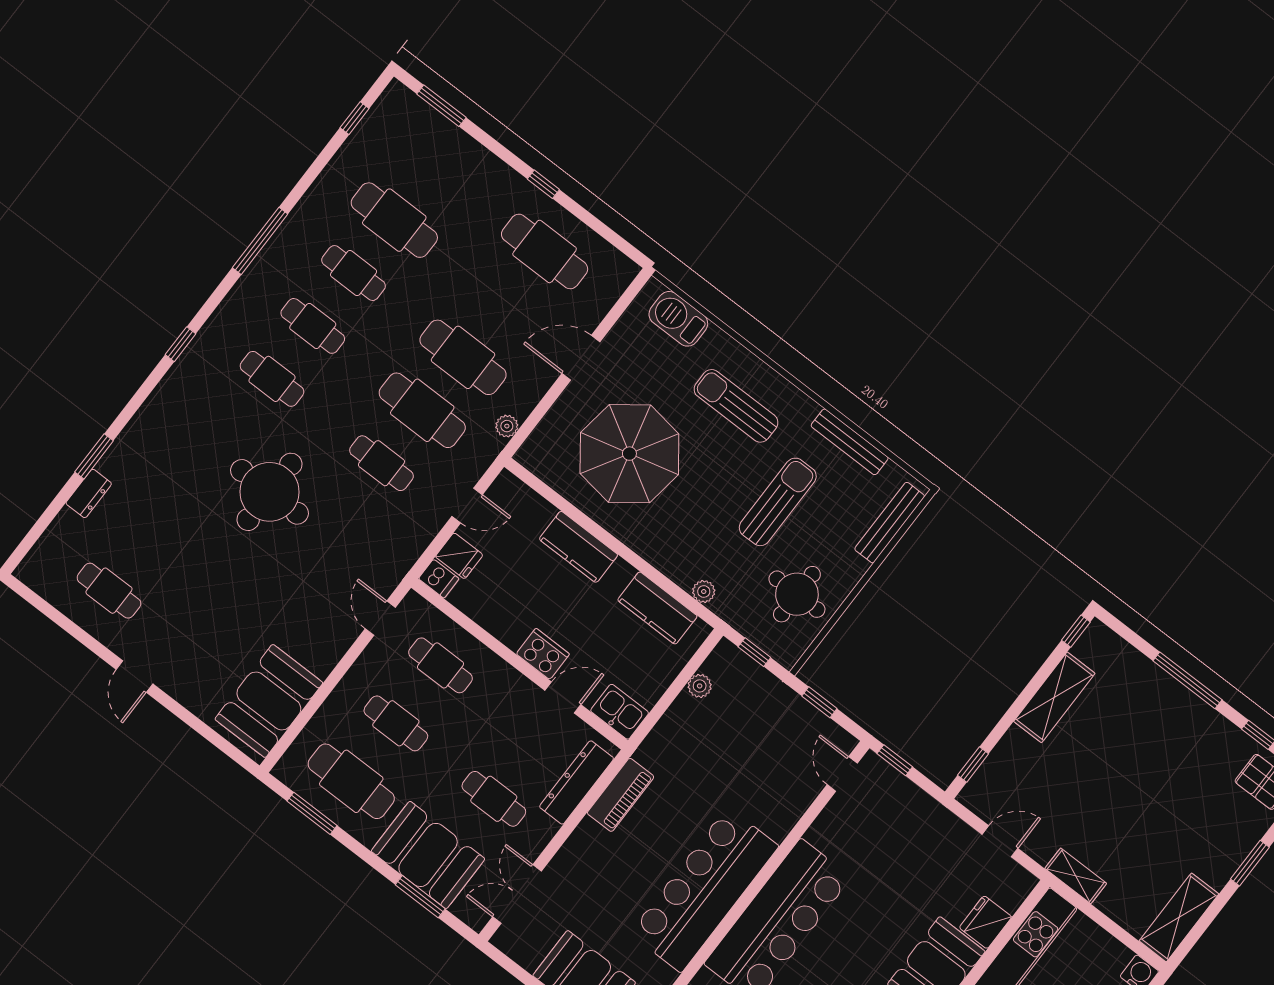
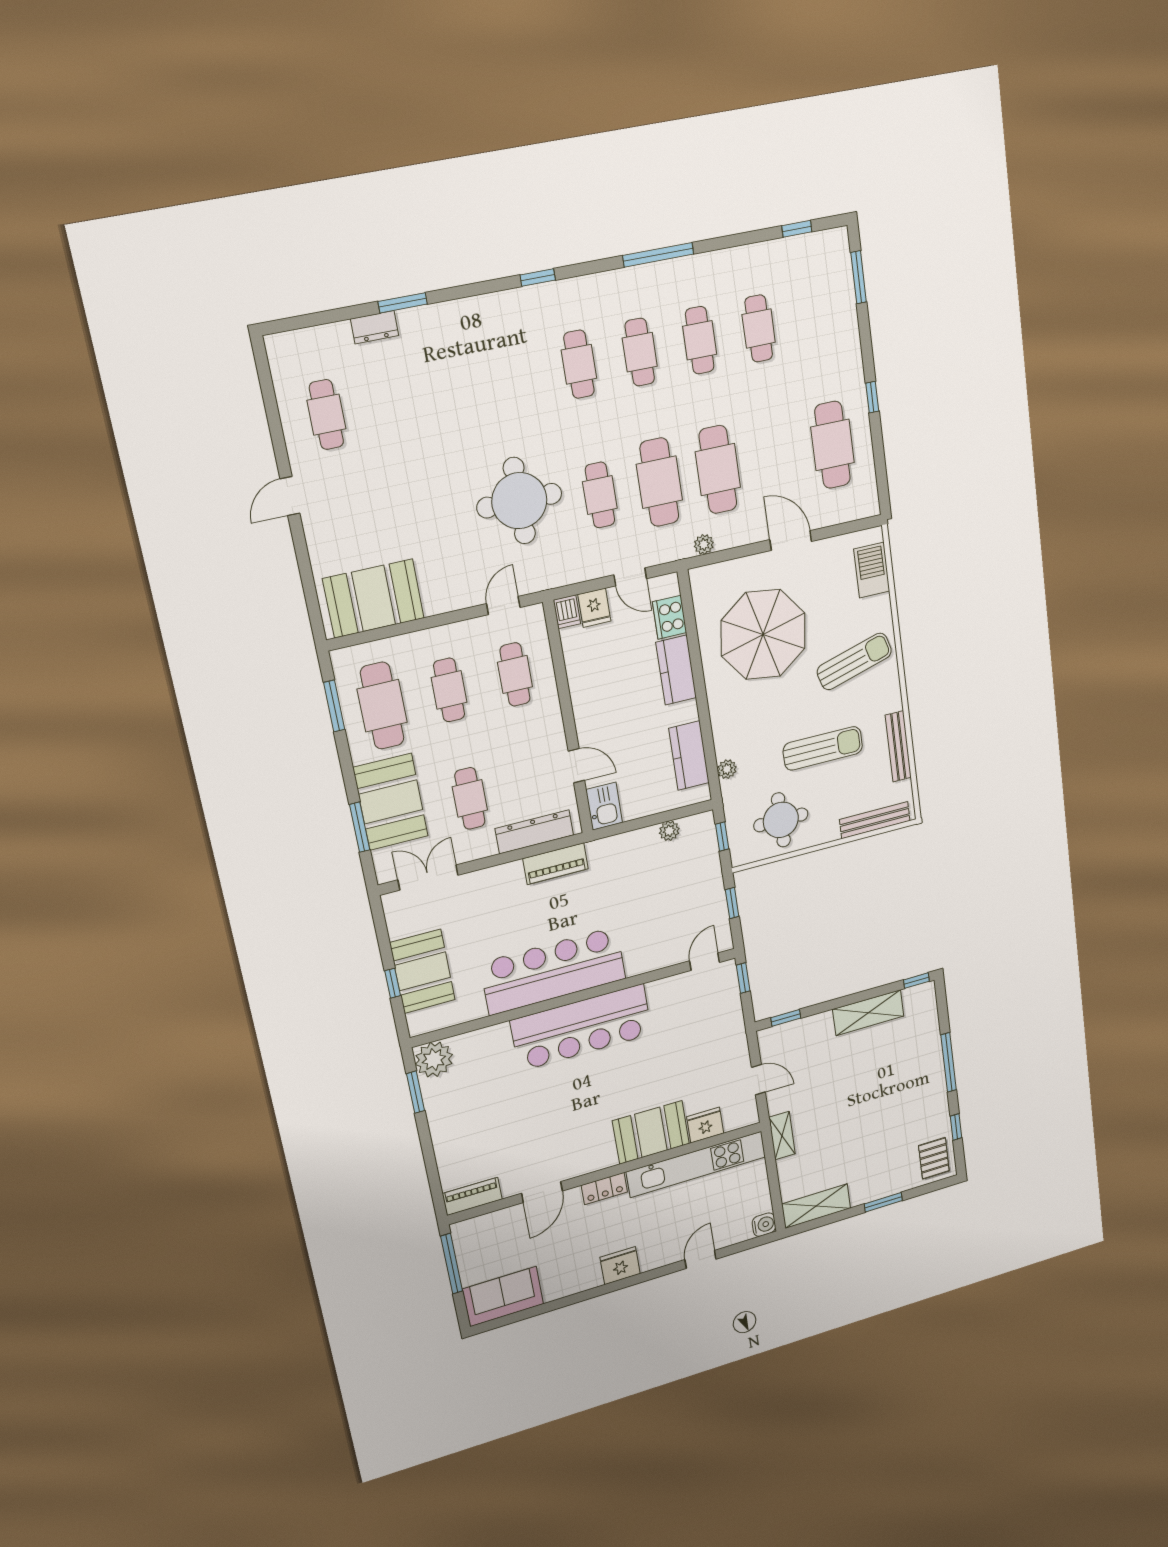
cafe table: (394, 220) -> (759, 328), width x0.73, depth x0.74
sun lounger: (736, 406) -> (854, 661), turned 74
round table: (270, 492) -> (519, 501), moved
cooker: (543, 654) -> (670, 617), moved, turned 180

